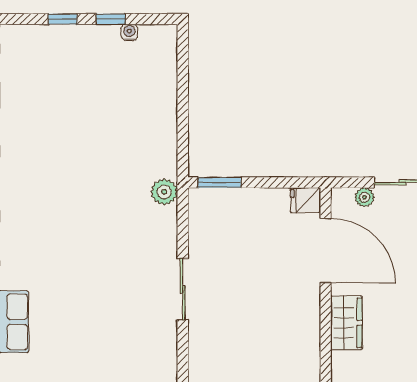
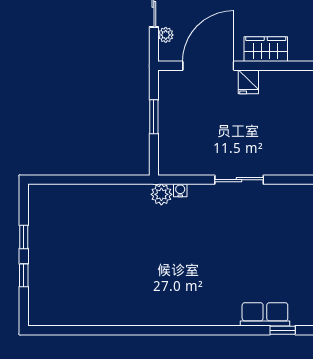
water cooler: (129, 32) -> (180, 190), moved, turned 90
window: (220, 182) -> (154, 117), moved
fridge: (305, 200) -> (248, 82), moved

